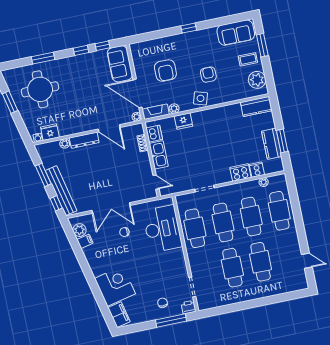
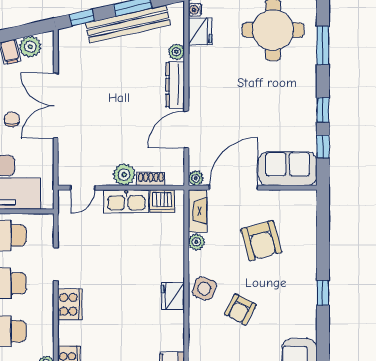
armchair: (165, 71) -> (261, 241), turned -105
armchair: (208, 75) -> (240, 309), turned 118
fridge: (183, 121) -> (173, 296), moved
plant: (143, 159) -> (124, 175), added
cooker: (240, 173) -> (70, 304), moved
bench: (61, 191) -> (128, 24), moved

